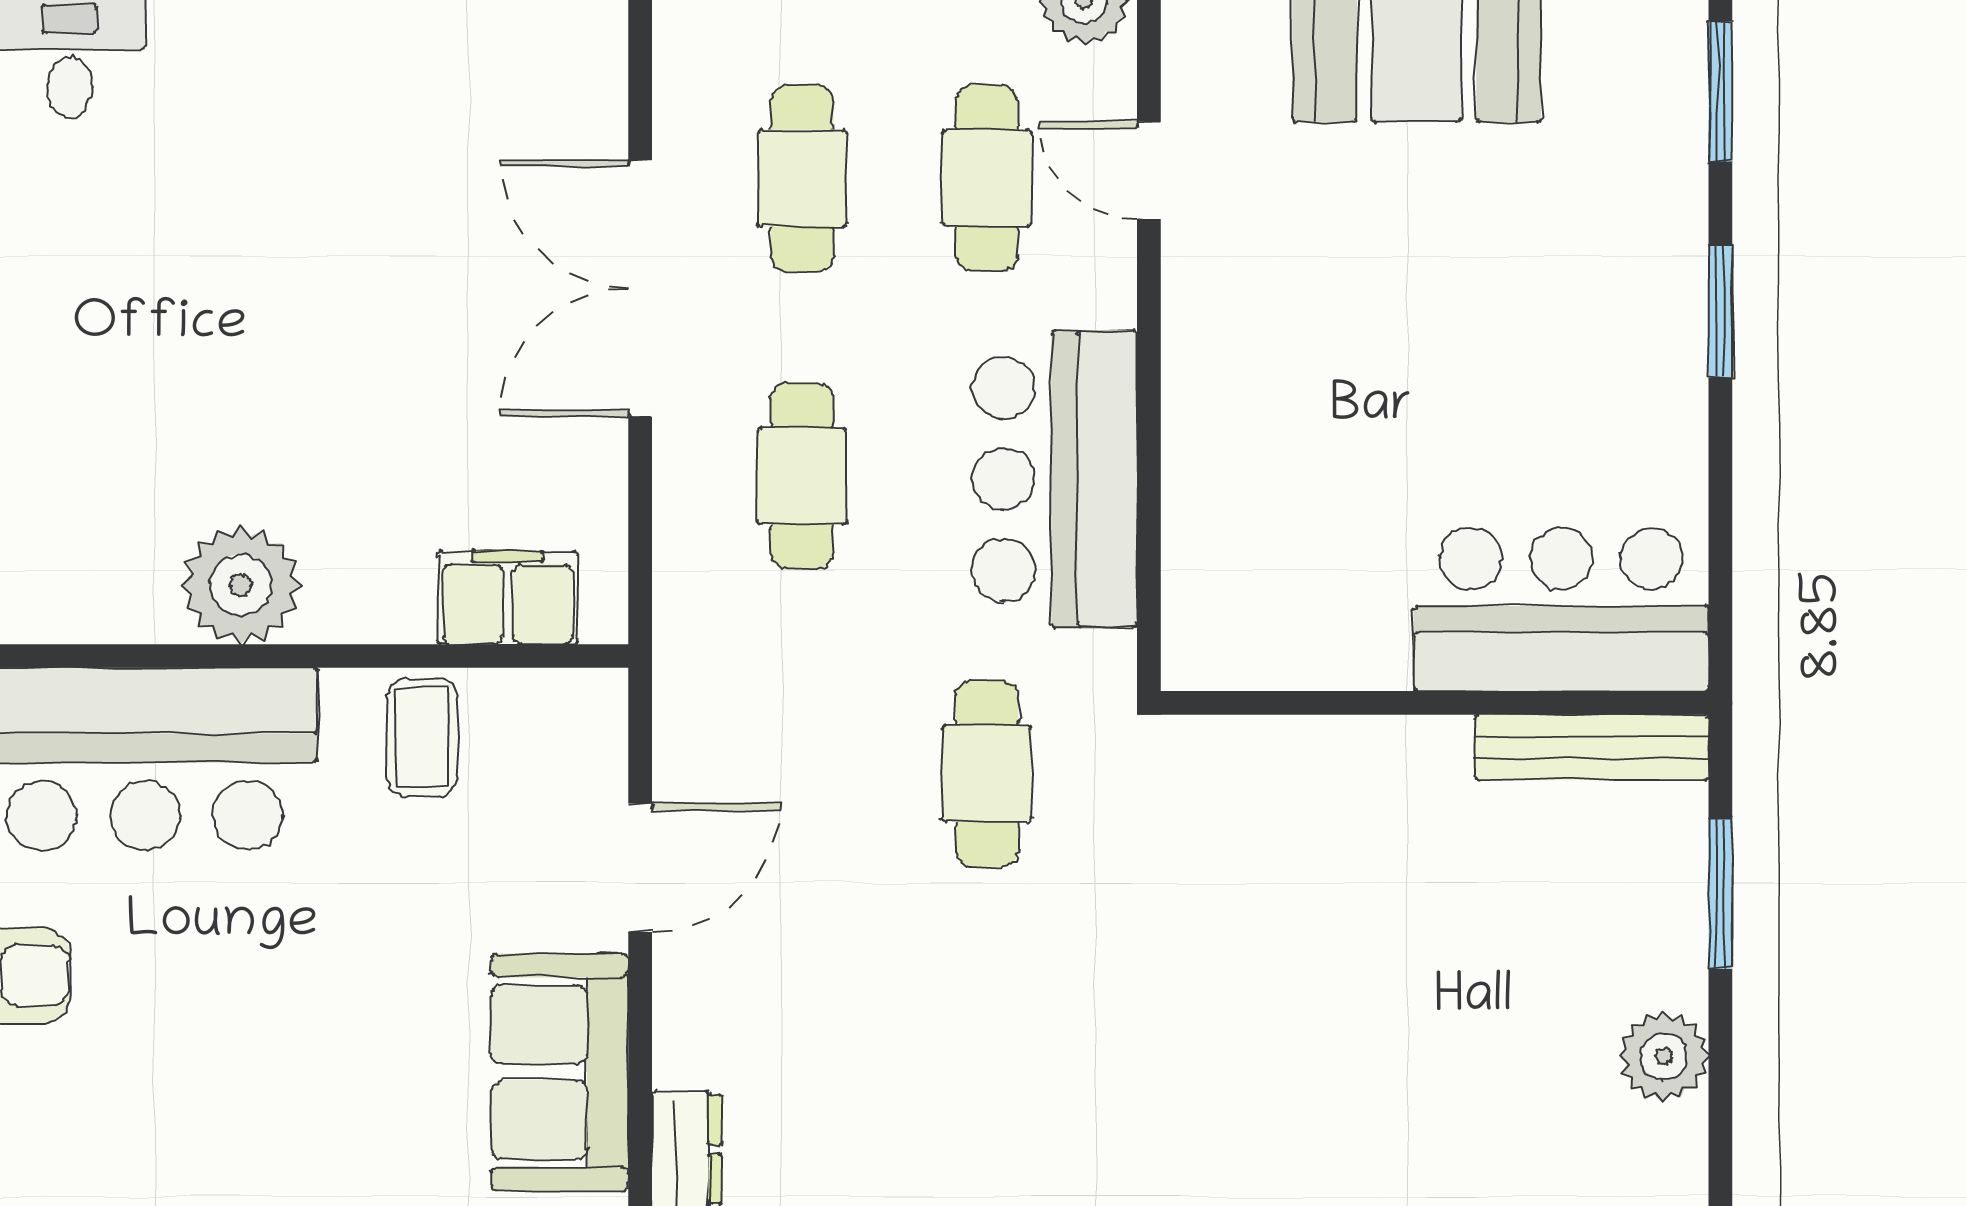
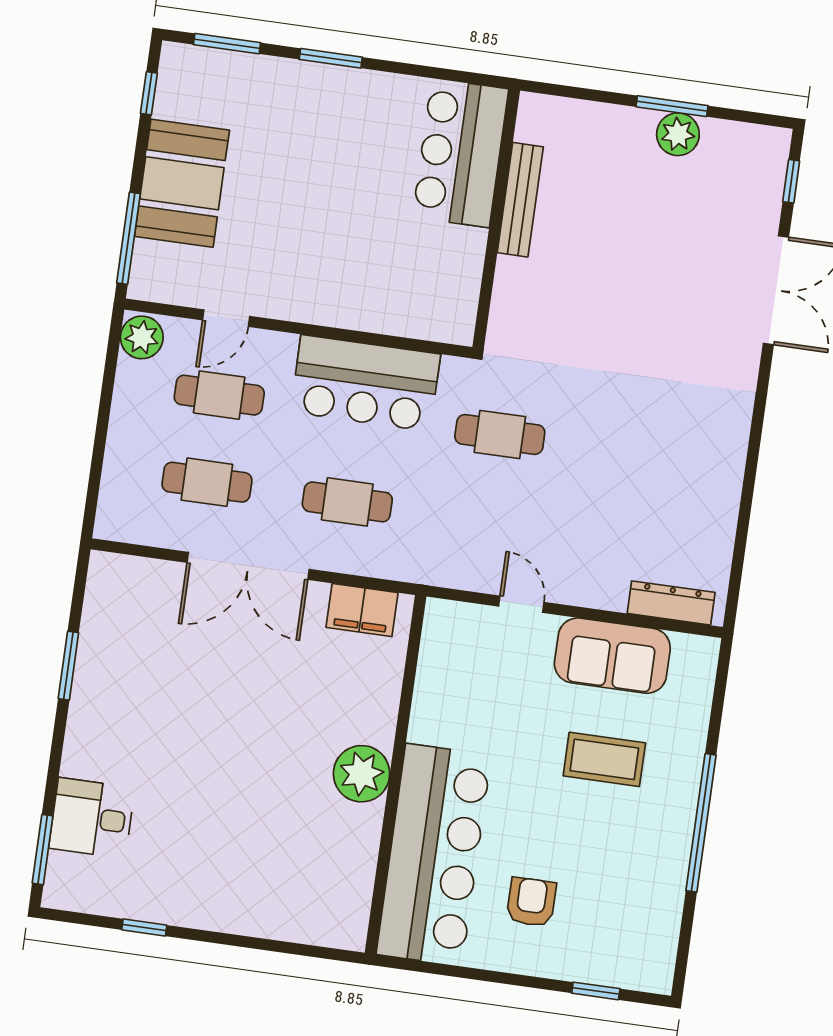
filing cabinet: (508, 598) -> (362, 610), moved, turned -90
coffee table: (422, 737) -> (604, 759), moved, width x1.36, depth x1.30
bench: (1592, 747) -> (520, 200), moved
door: (640, 868) -> (521, 604), width x0.73
window: (1720, 894) -> (672, 106), moved

